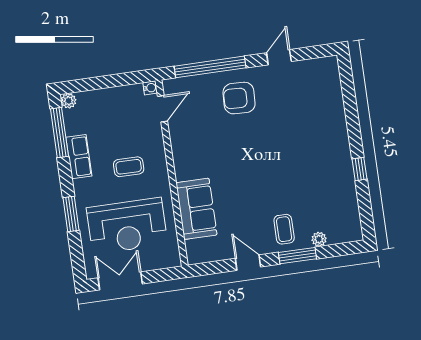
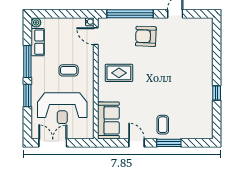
door: (162, 109) -> (96, 36), swing flipped
window: (59, 133) -> (27, 61), moved
row of seats: (79, 157) -> (38, 42), moved
rug: (206, 160) -> (119, 73), added
sofa: (196, 209) -> (108, 120), moved
plant: (319, 239) -> (184, 134), removed

